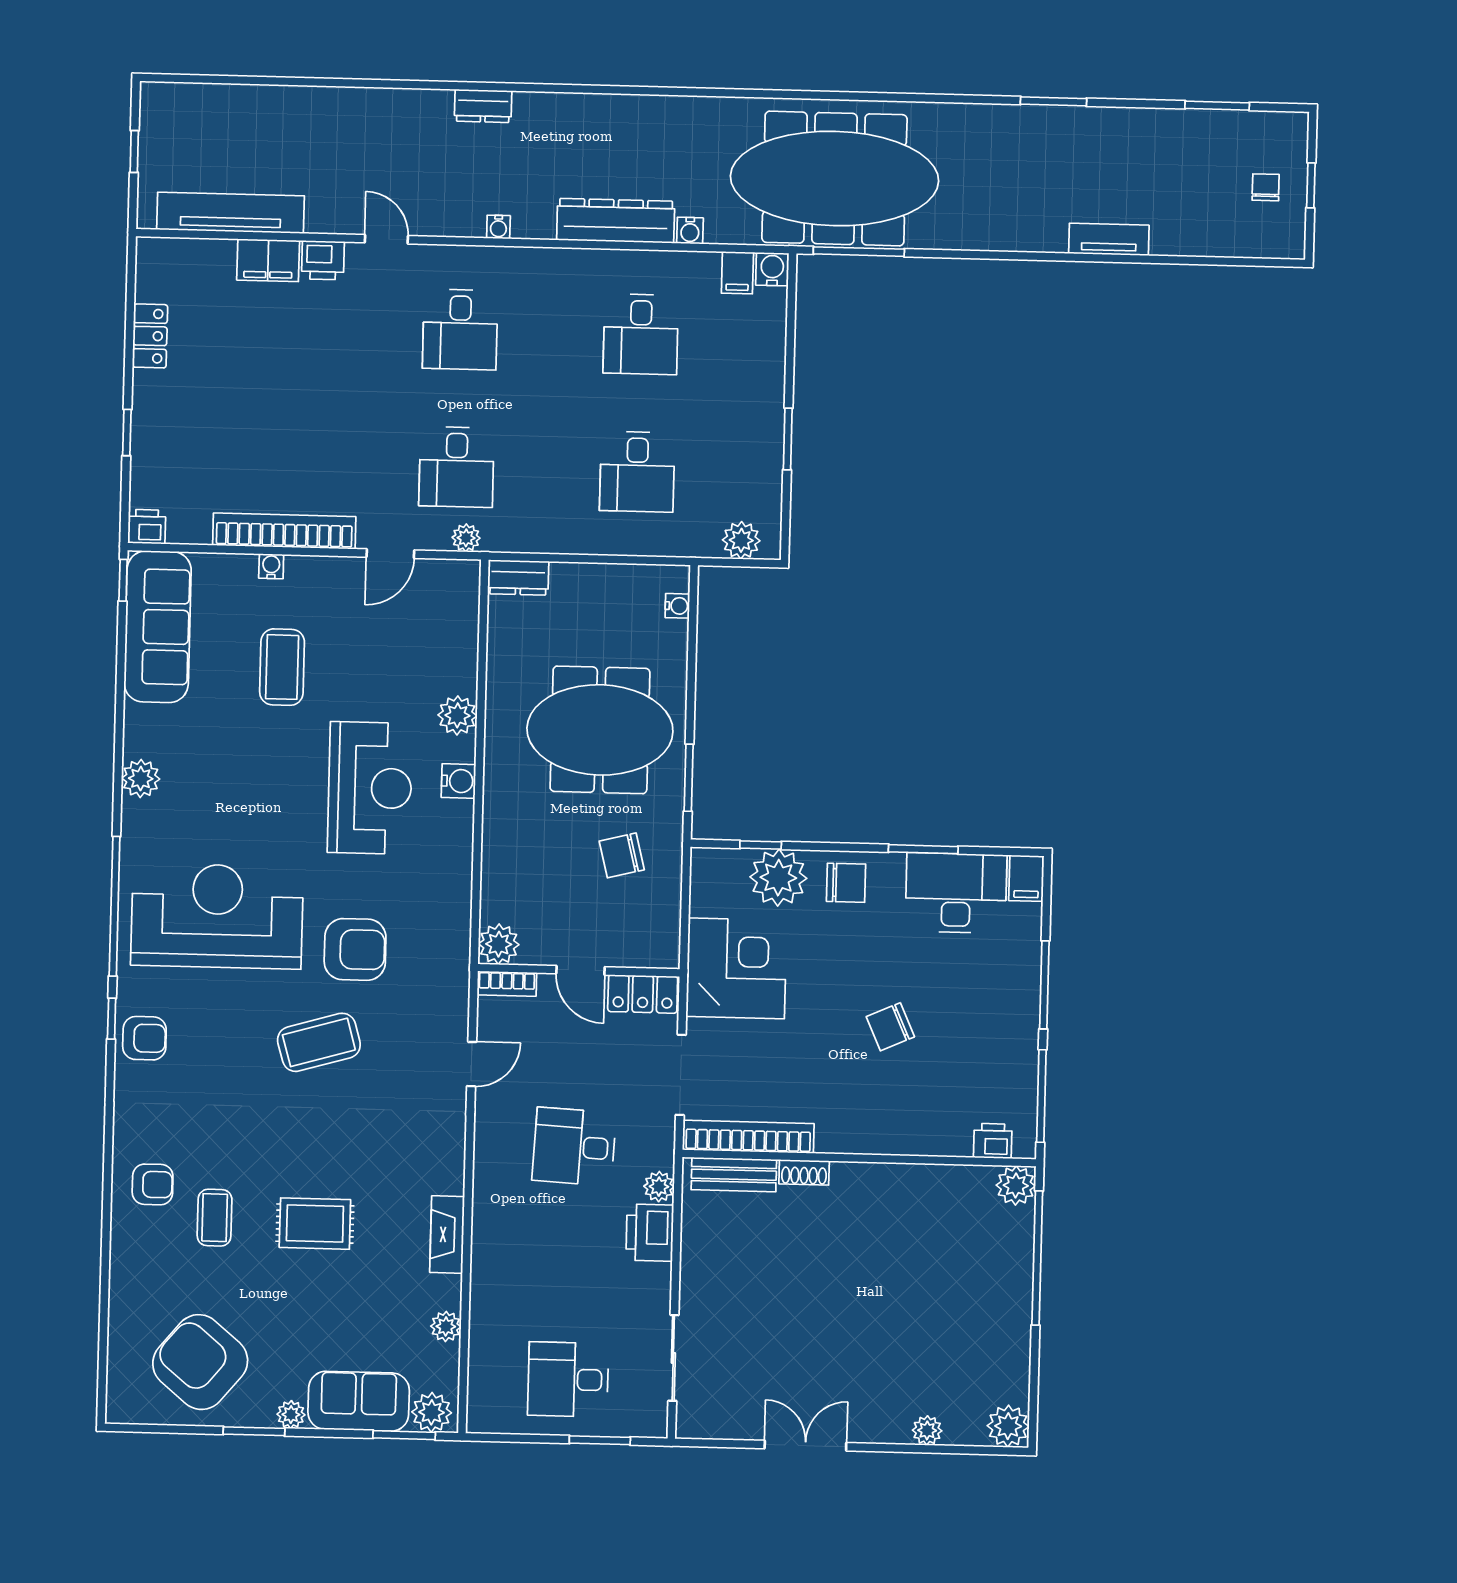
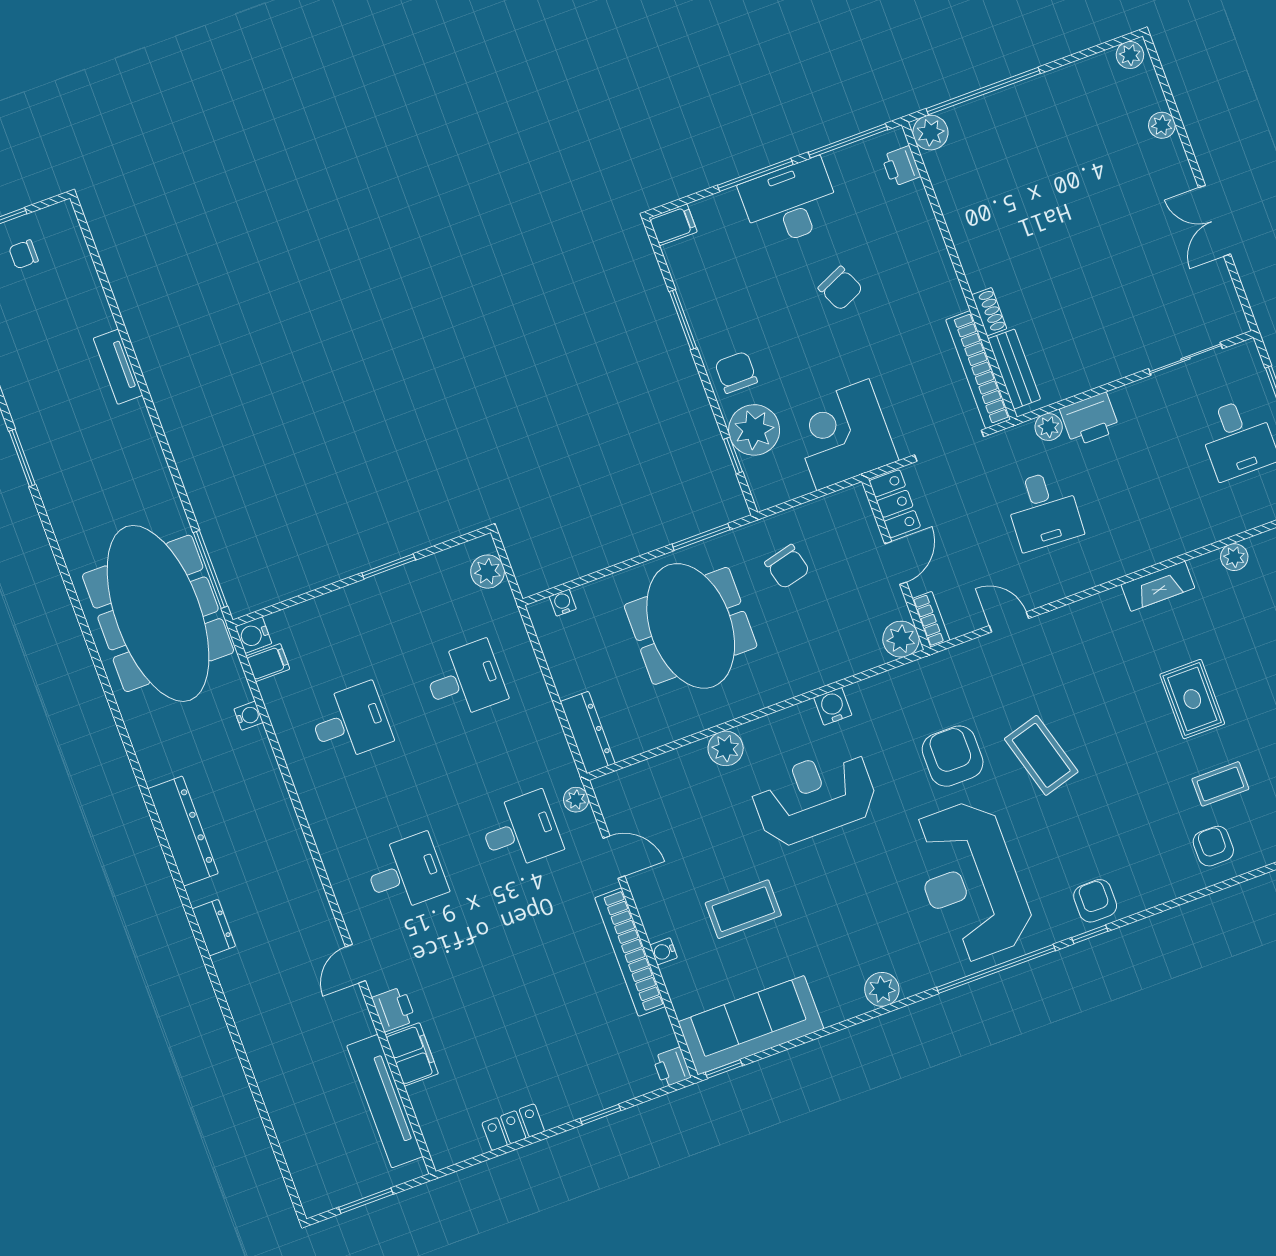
window: (134, 152) -> (366, 1201), width x1.50
dresser: (616, 221) -> (183, 831), moved, turned 180
water cooler: (498, 227) -> (309, 875), removed
dresser: (518, 578) -> (588, 733), width x1.44
water cooler: (459, 781) -> (833, 706), moved
desk: (956, 893) -> (790, 203), moved, turned 90
plant: (1008, 1426) -> (1130, 55), width x0.73, depth x0.73

